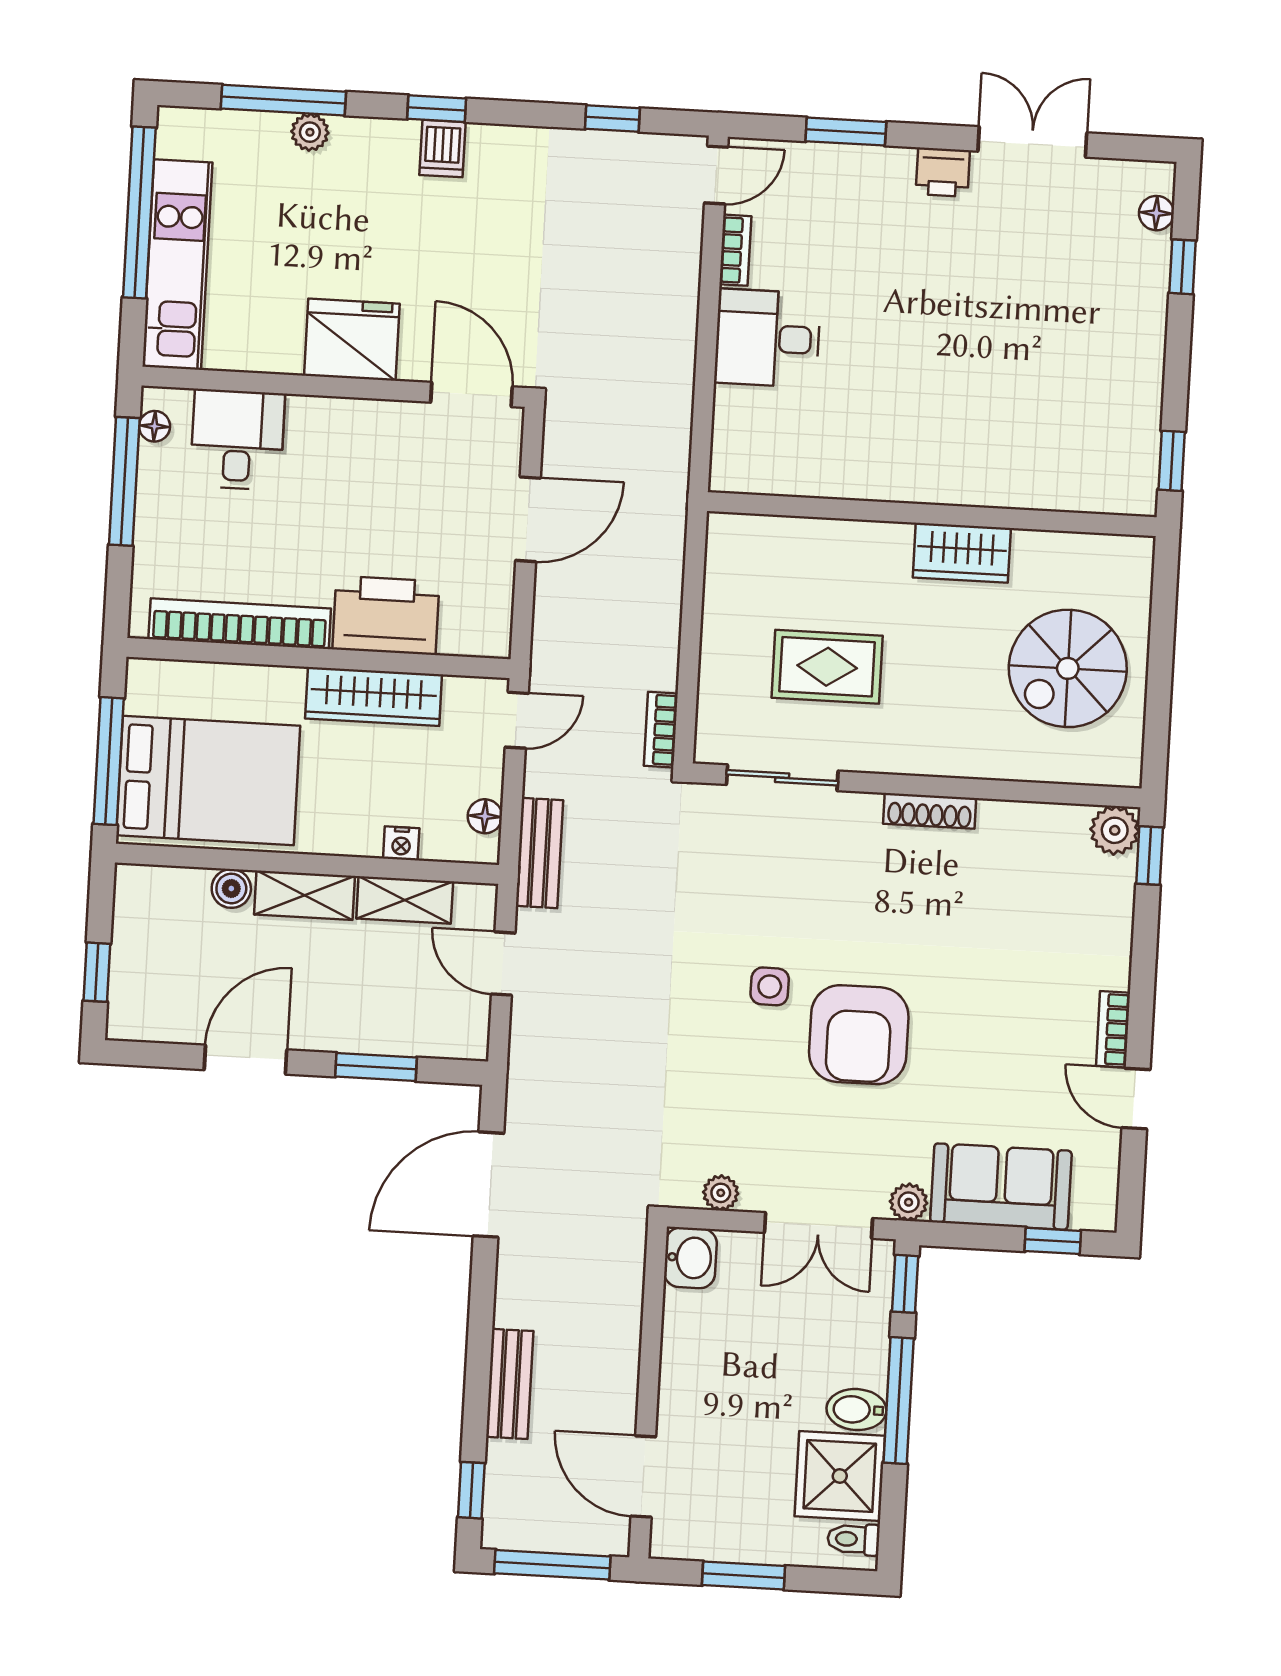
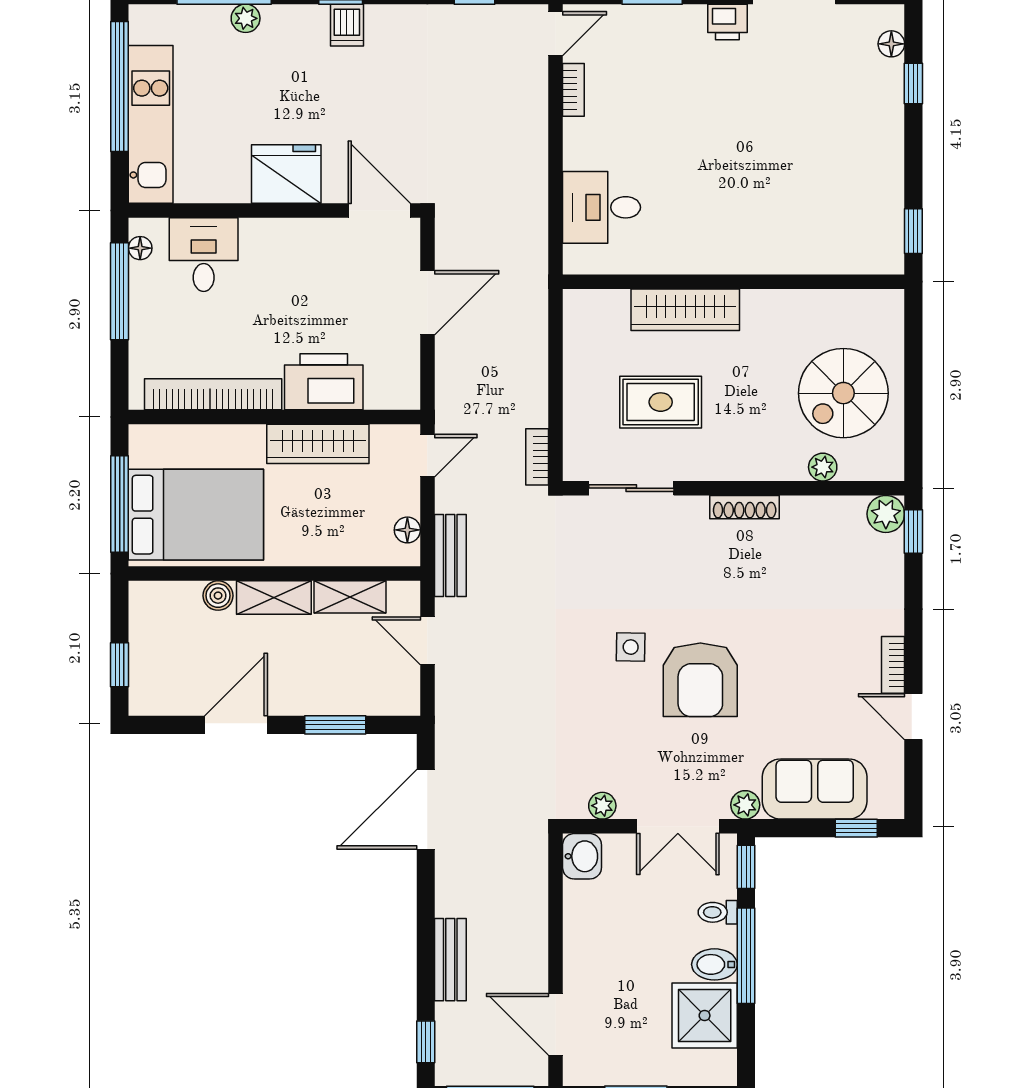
desk: (768, 338) -> (602, 207), moved
wardrobe: (962, 553) -> (685, 310), moved, width x1.50
plant: (1035, 764) -> (823, 467), added
nightstand: (401, 843) -> (345, 554), removed
toilet: (854, 1539) -> (718, 912), moved

